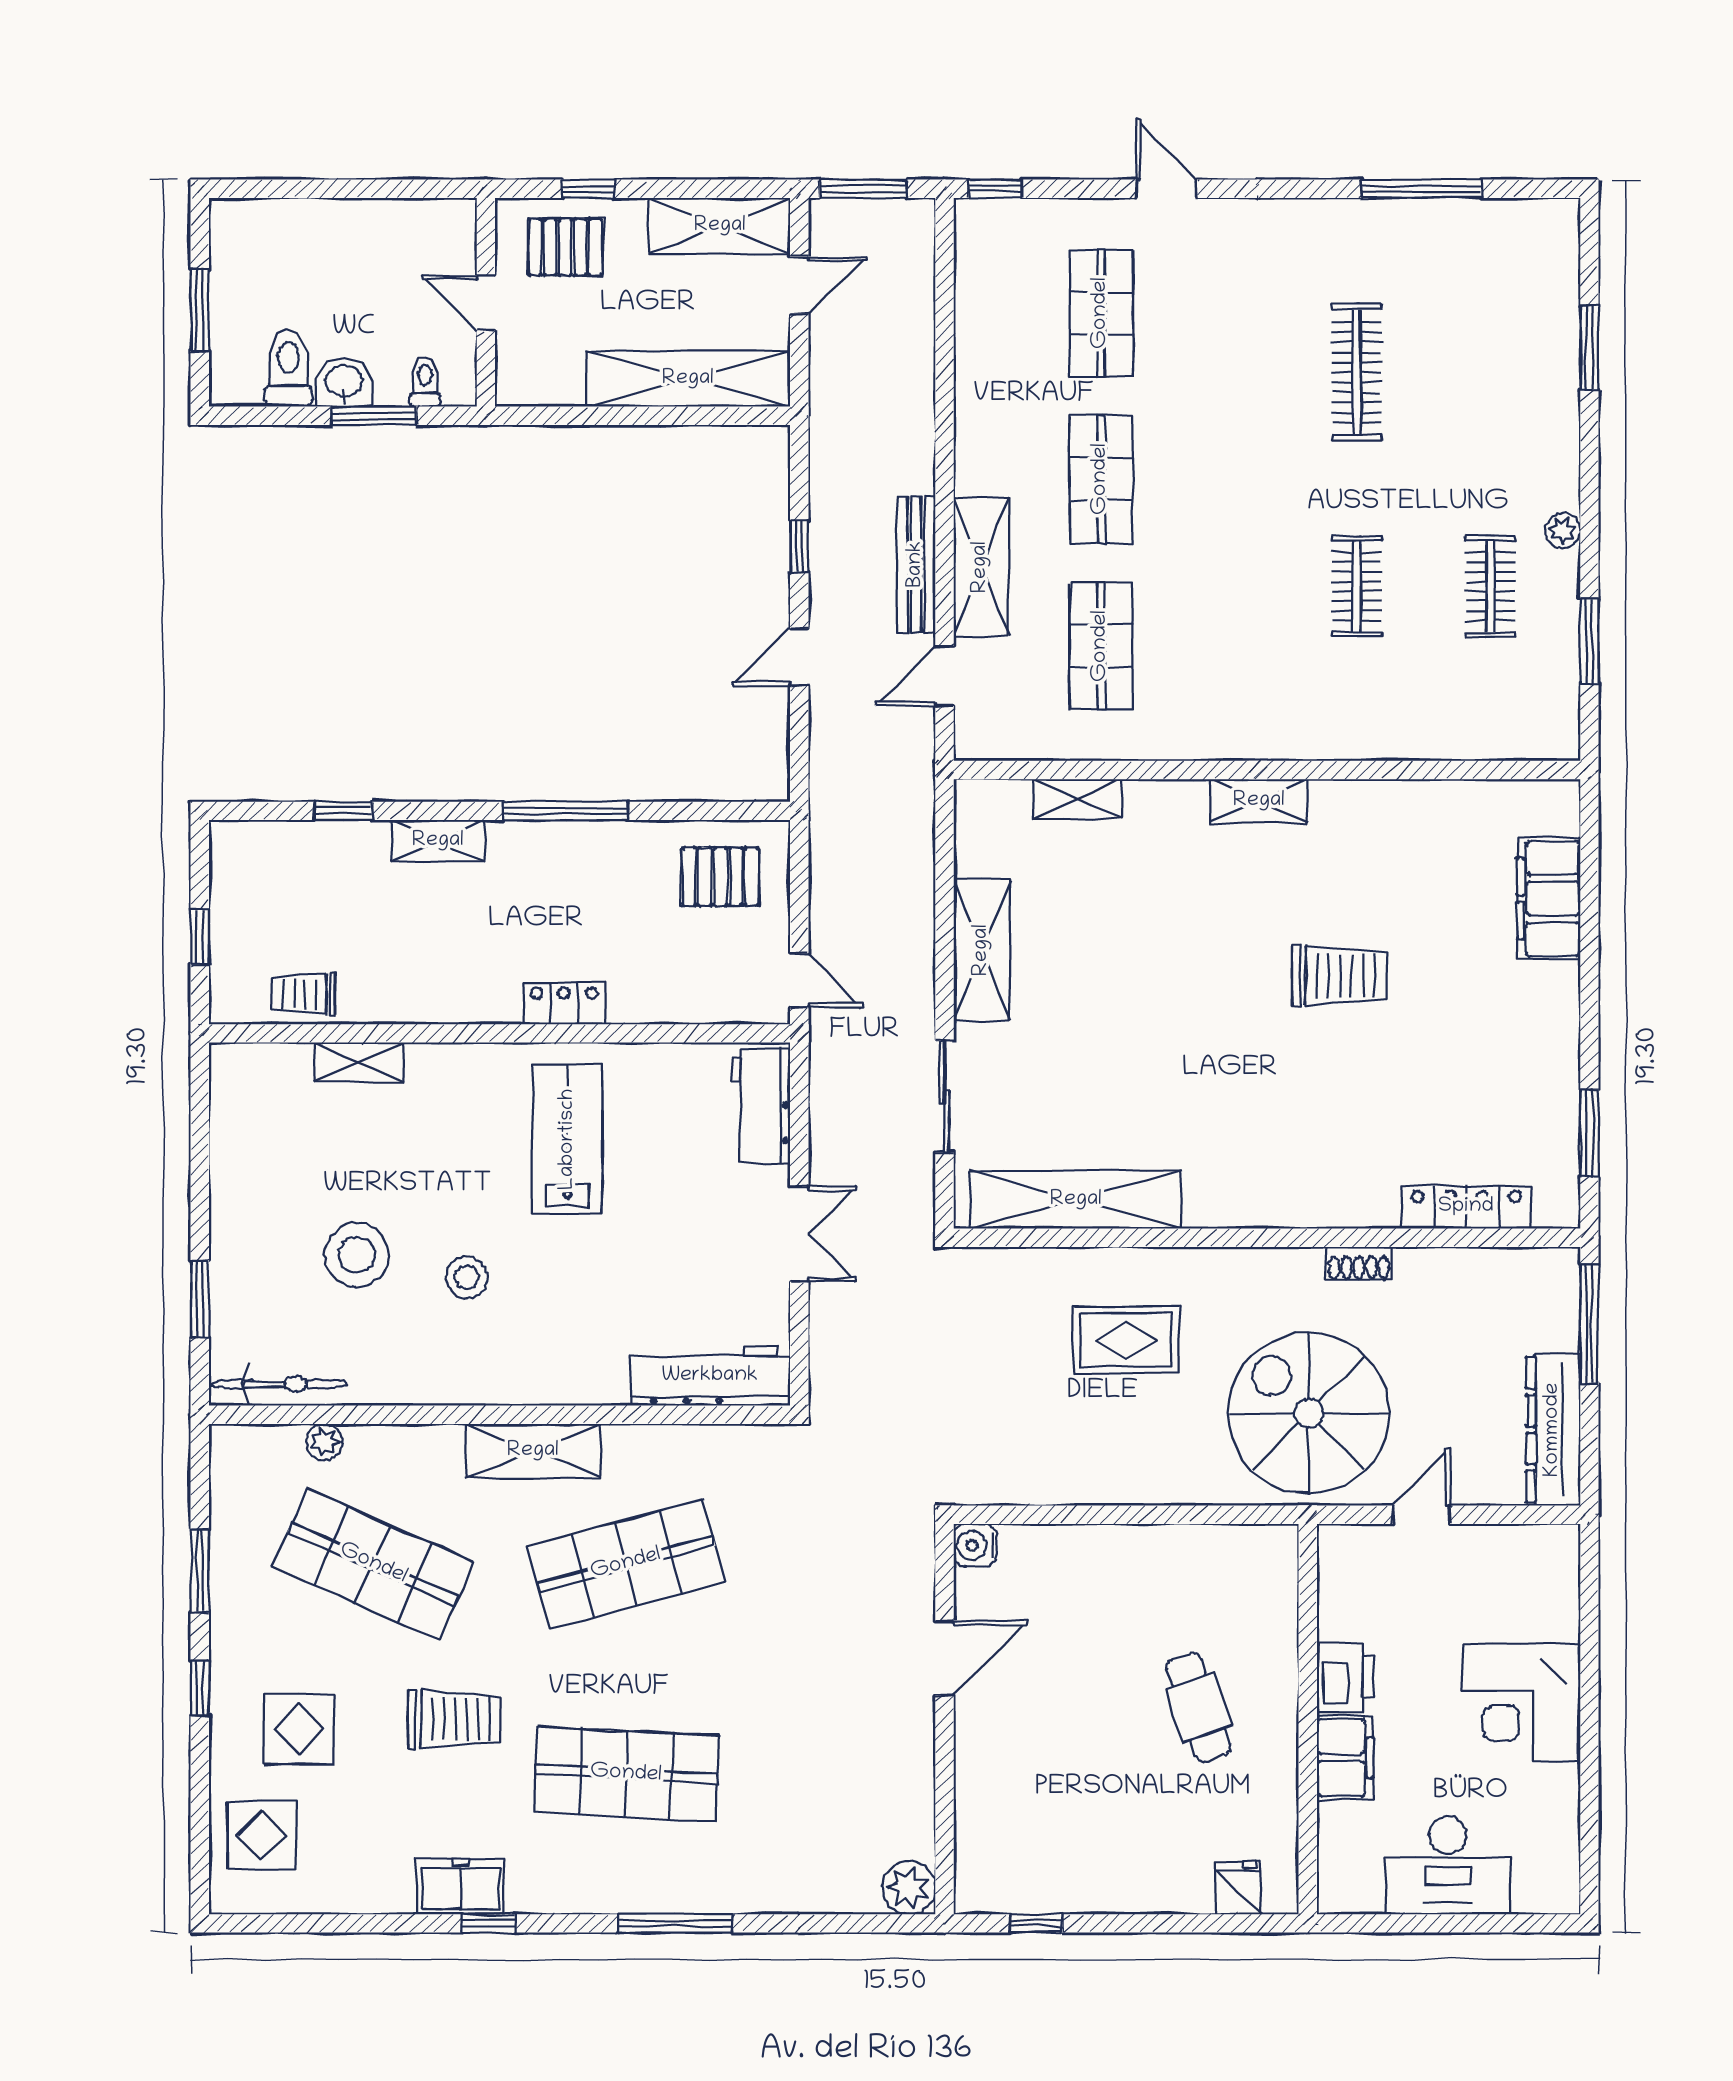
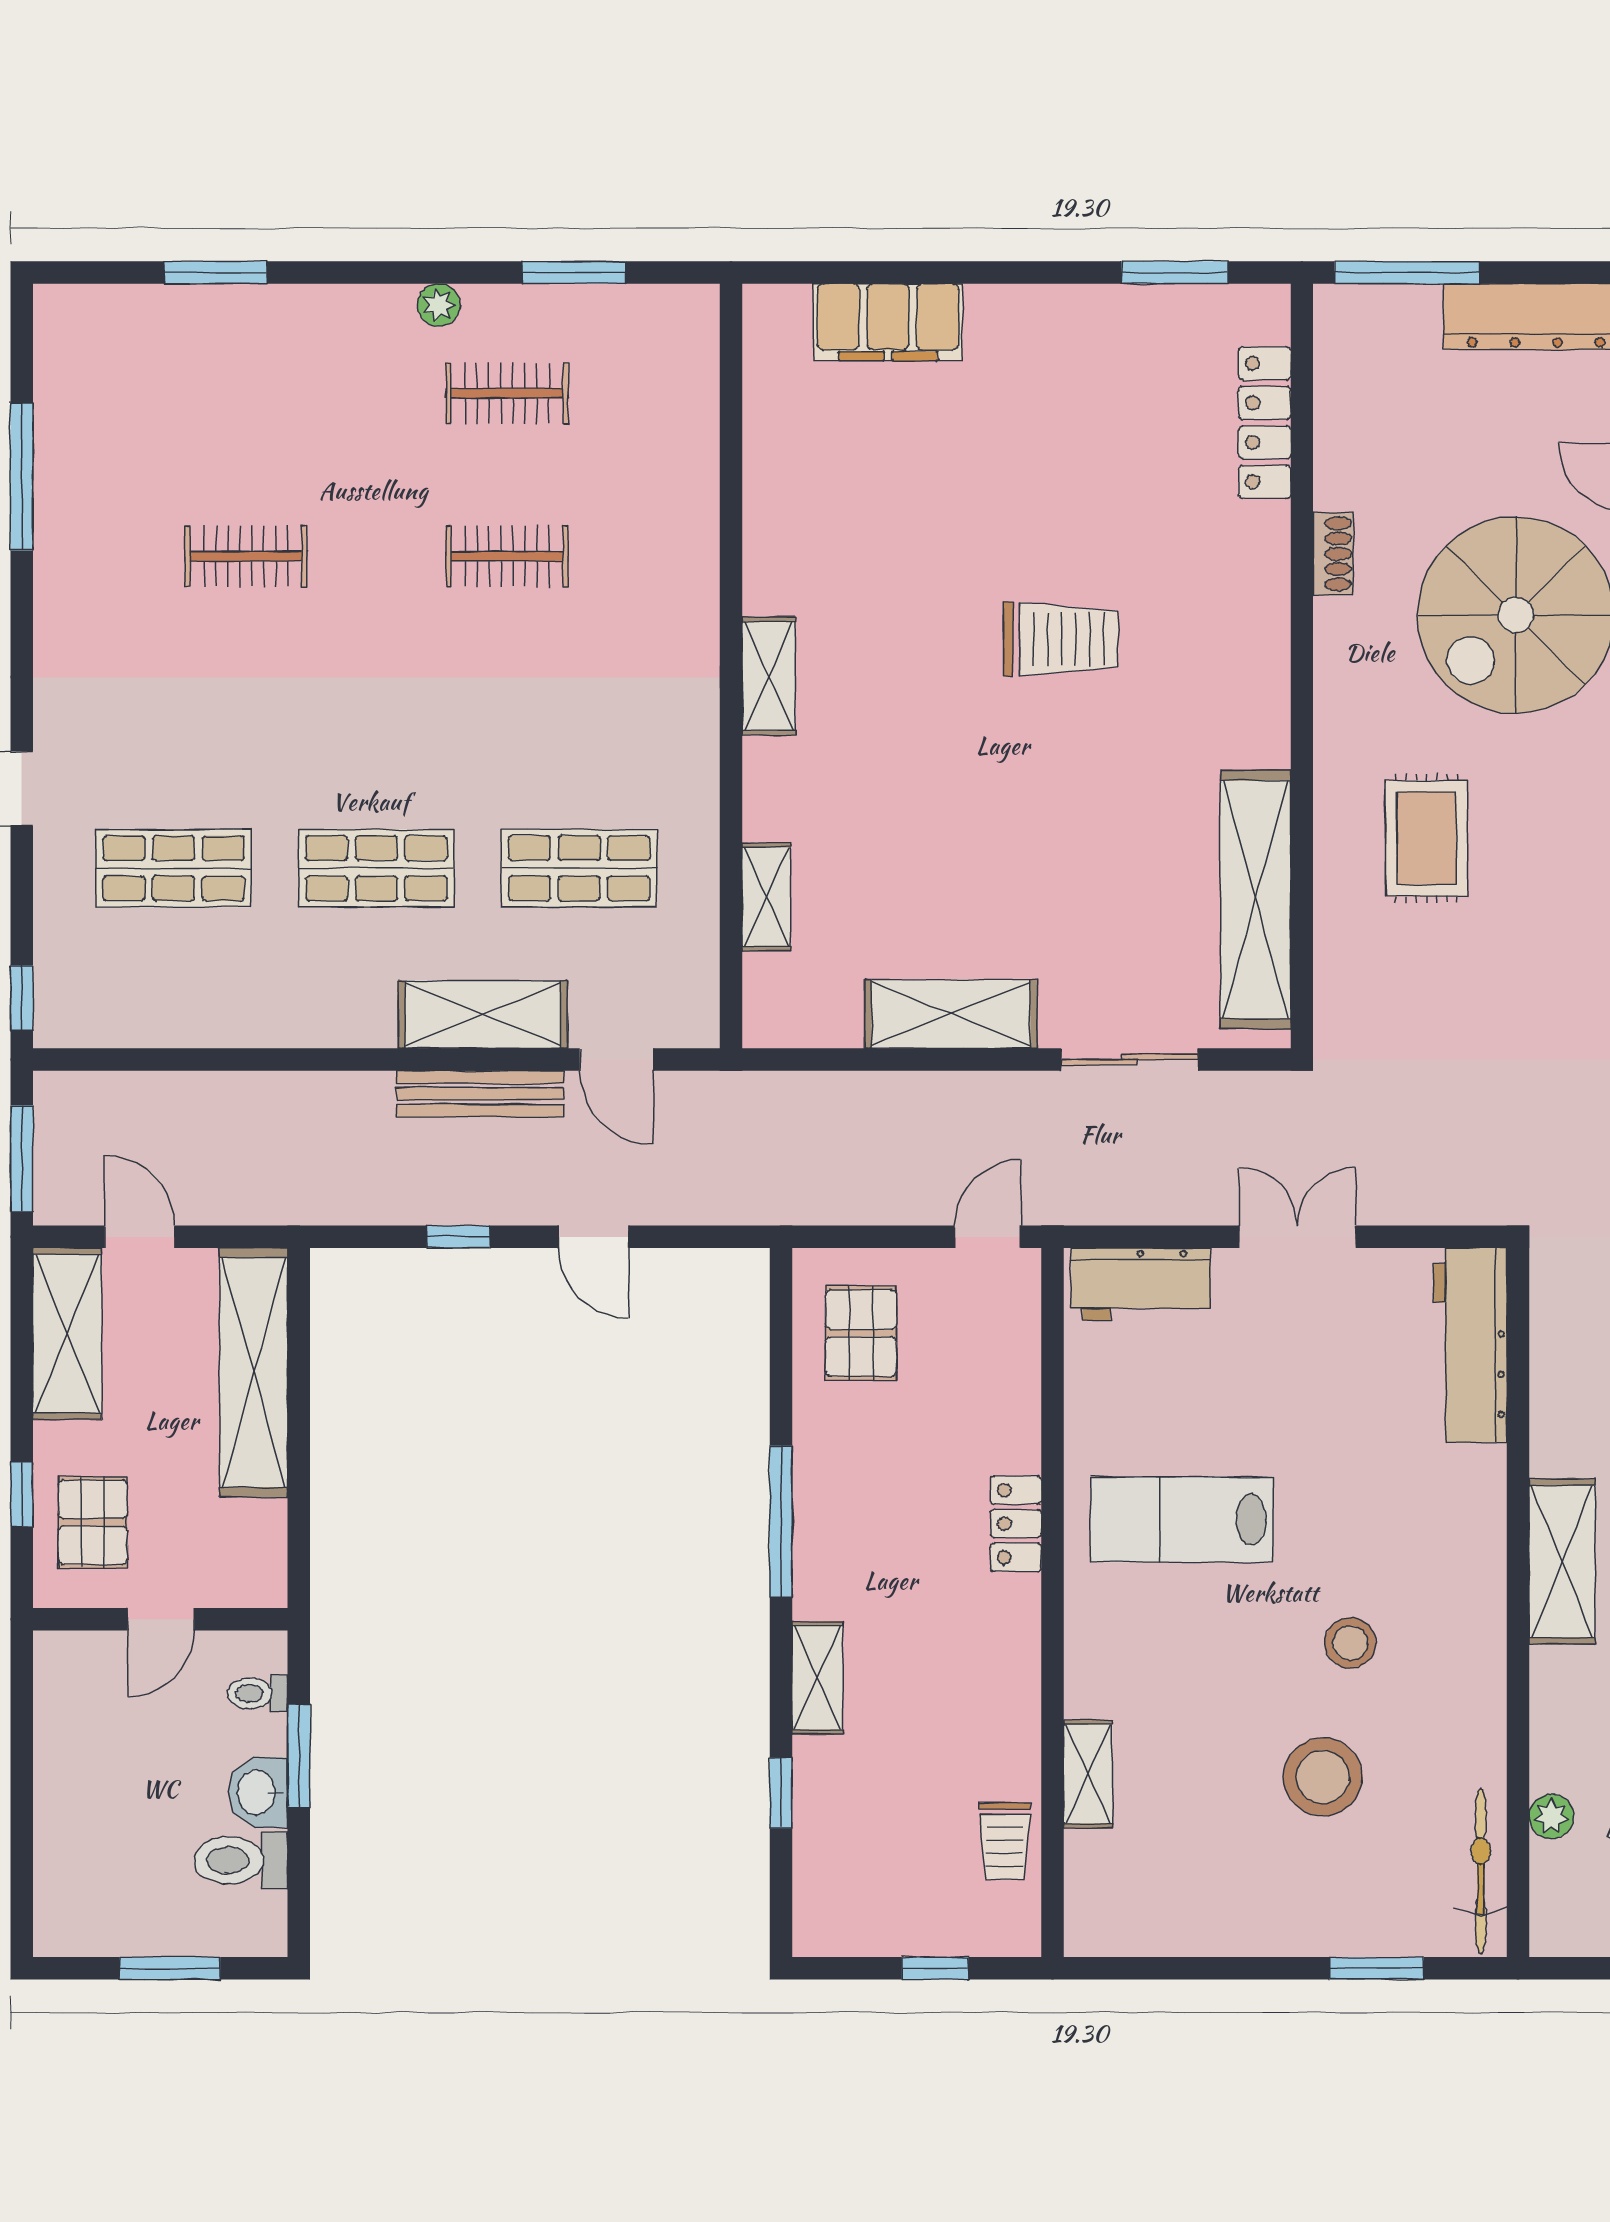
clothes rail: (1357, 372) -> (246, 556), width x0.73
trolley: (1339, 976) -> (1061, 639), moved, turned 90

